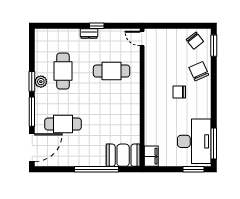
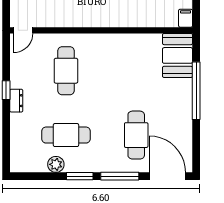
plant: (41, 82) -> (56, 164), moved
filing cabinet: (151, 156) -> (186, 18), width x0.50

